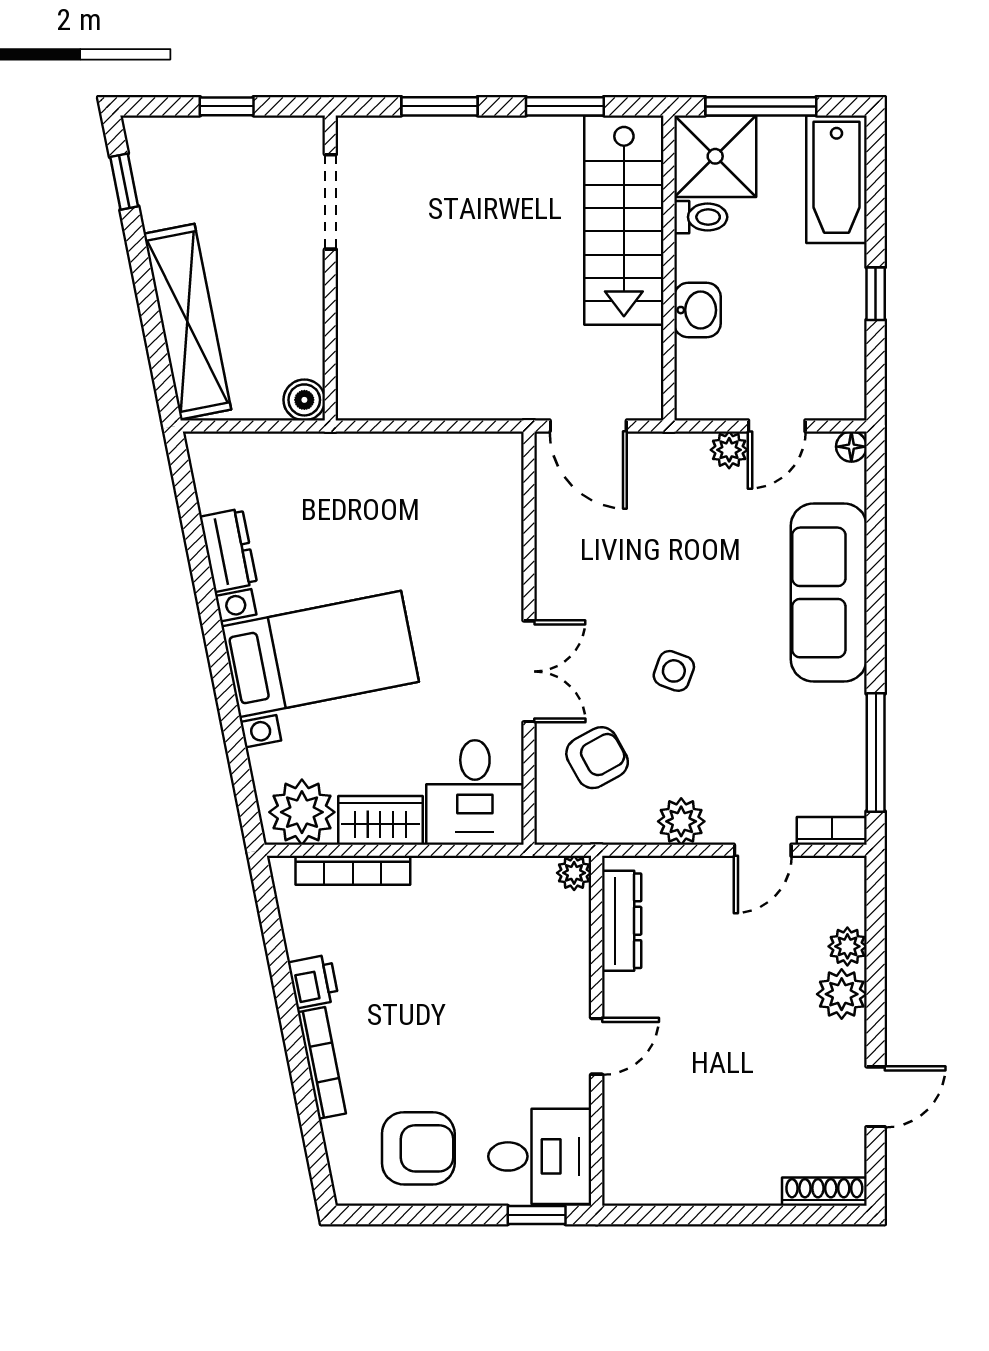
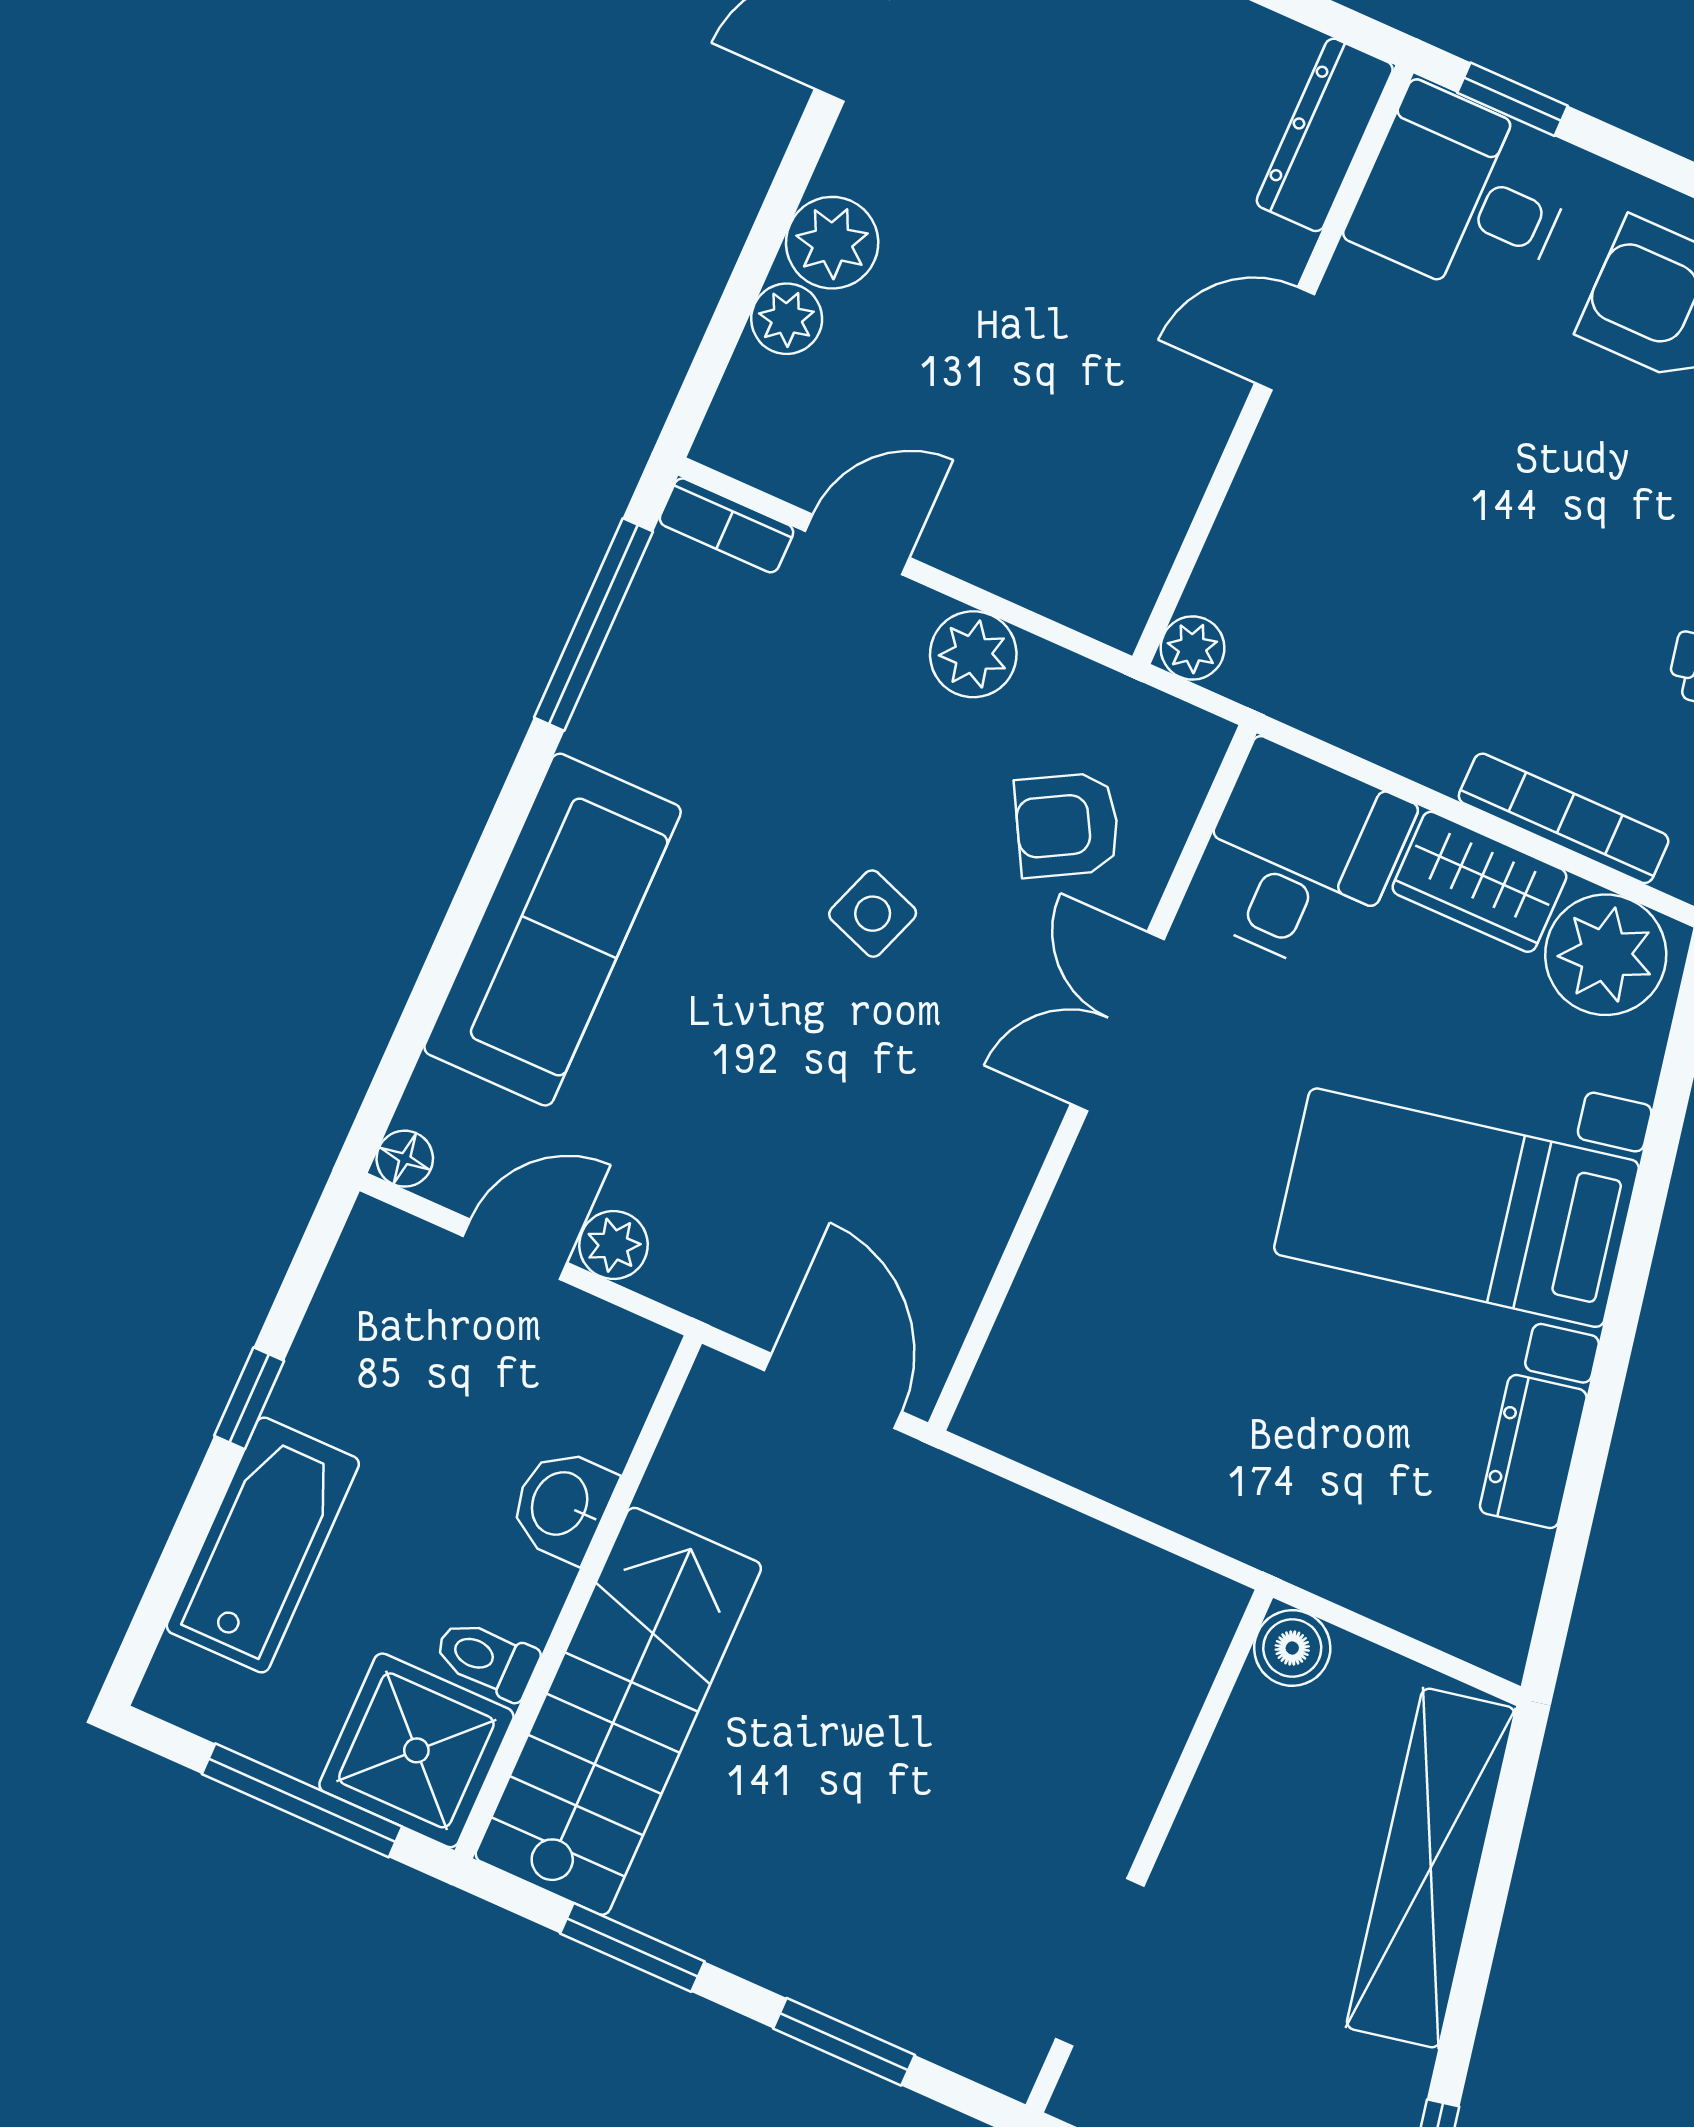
bathtub: (836, 179) -> (263, 1545), moved
dresser: (622, 921) -> (1325, 135), moved

